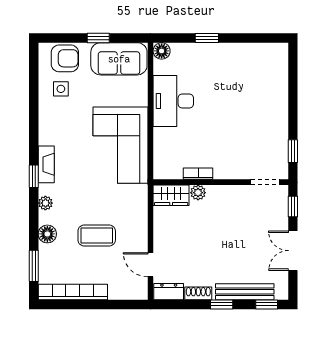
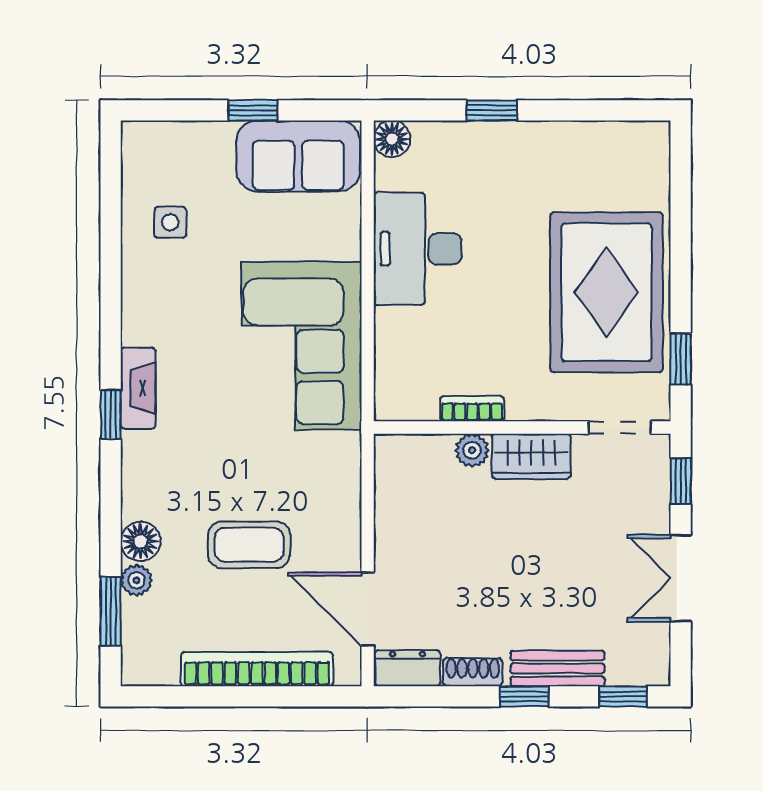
armchair: (65, 58) -> (179, 155), removed
rug: (259, 121) -> (606, 292), added
wardrobe: (171, 195) -> (531, 456), moved
plant: (45, 203) -> (136, 580), moved
door: (151, 265) -> (368, 609), width x1.38
bookcase: (73, 292) -> (257, 669), moved
bench: (245, 292) -> (558, 668), width x0.73

